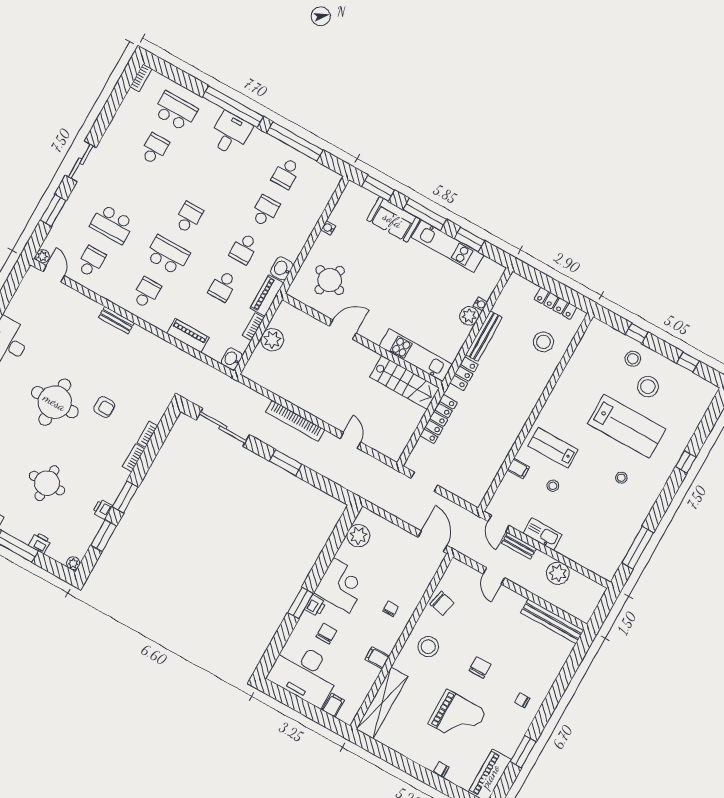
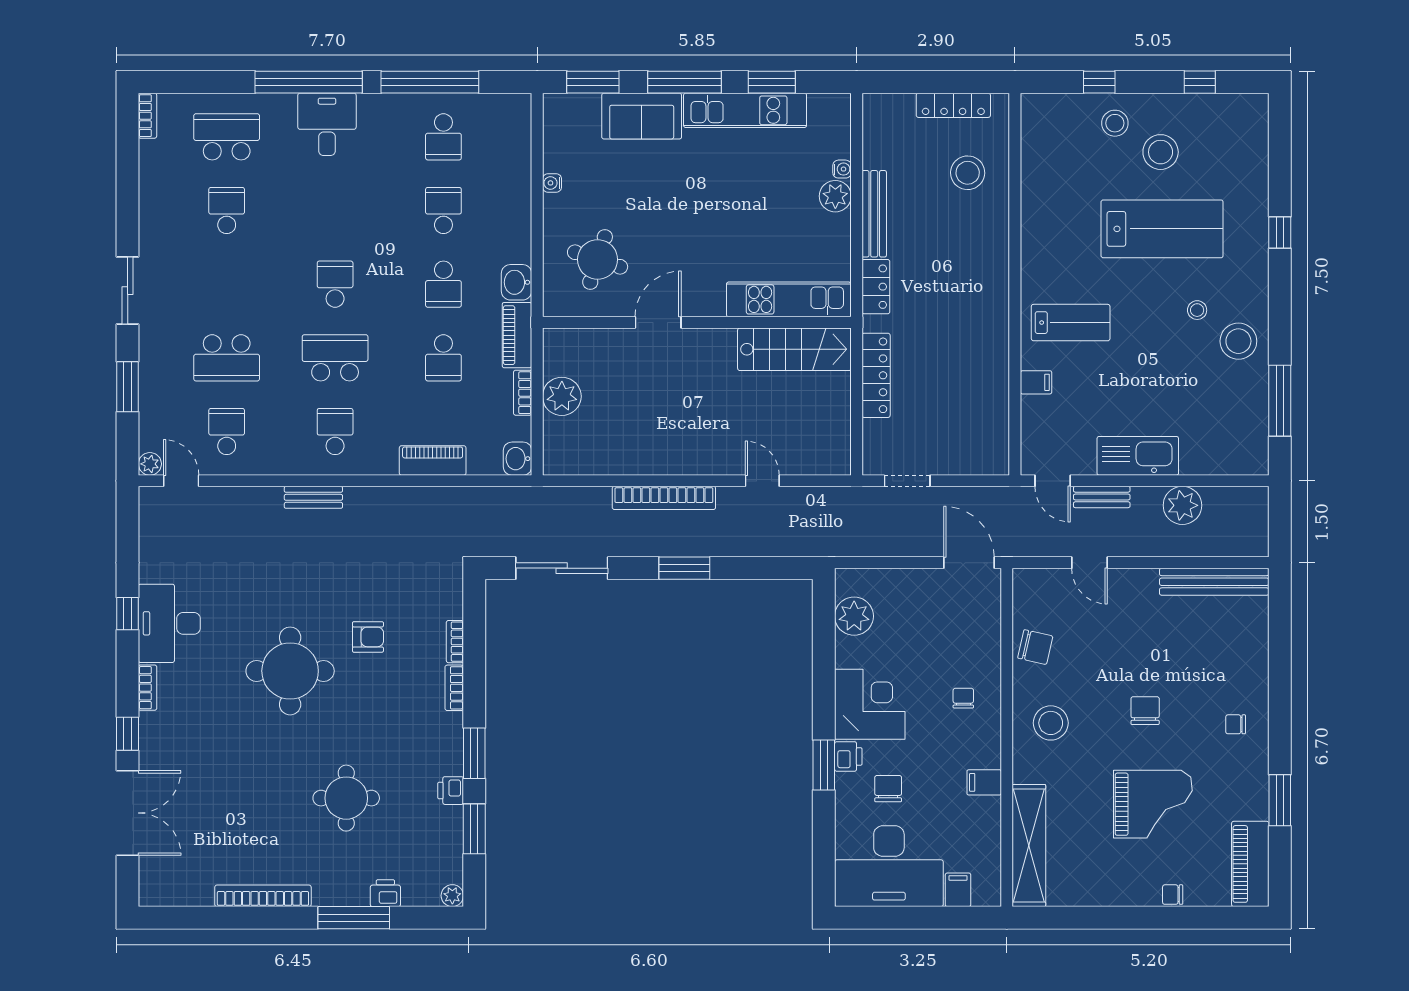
lab bench: (553, 448) -> (1071, 323), turned 180
stool: (553, 486) -> (1238, 341), moved, width x1.89, depth x1.89
kitchen sink: (543, 534) -> (1138, 456), width x1.36, depth x1.24

